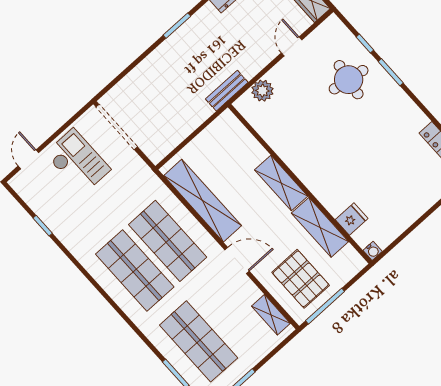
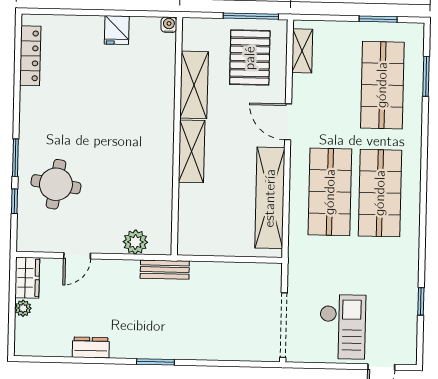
checkout: (78, 162) -> (343, 327), turned 180
fridge: (352, 219) -> (117, 30), moved, turned -90

